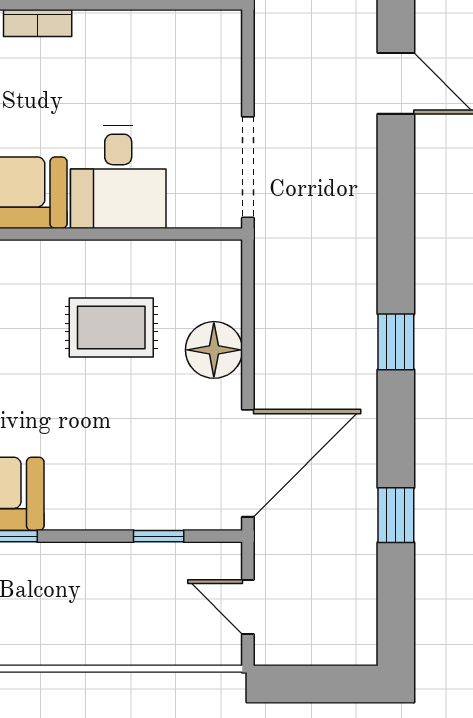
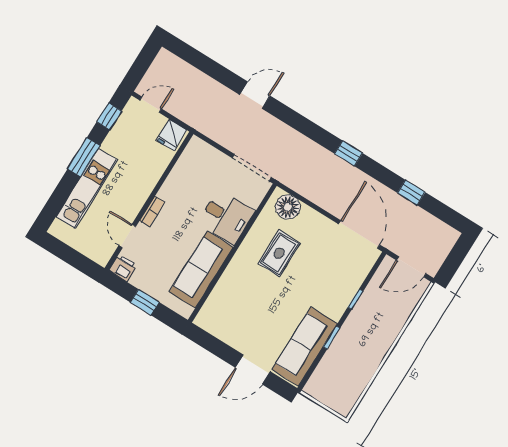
floor lamp: (214, 350) -> (288, 207), moved
window: (159, 536) -> (355, 299), moved
door: (248, 607) -> (411, 267), width x1.38

